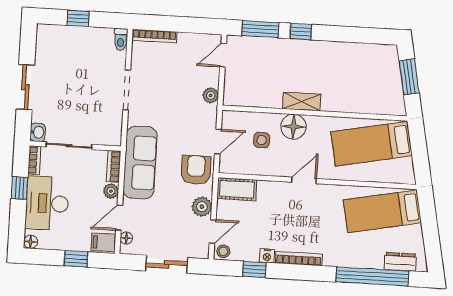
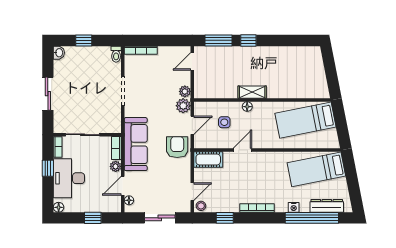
window: (409, 77) -> (330, 69), removed
floor lamp: (293, 127) -> (247, 107), width x0.53, depth x0.53
washbasin: (38, 132) -> (59, 53), moved
door: (304, 180) -> (242, 150), moved
plant: (202, 207) -> (183, 106), moved
filing cabinet: (103, 242) -> (112, 205), removed
nightstand: (267, 256) -> (294, 207), moved
dresser: (400, 262) -> (327, 206), width x1.44

